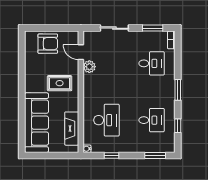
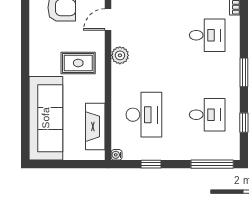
door: (81, 52) -> (108, 19), hinge flipped
plant: (89, 67) -> (120, 55), moved
window: (155, 155) -> (212, 164), width x1.44

